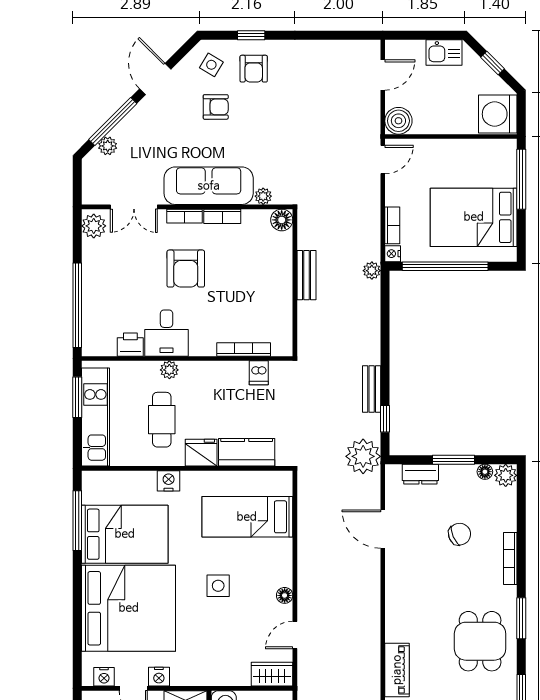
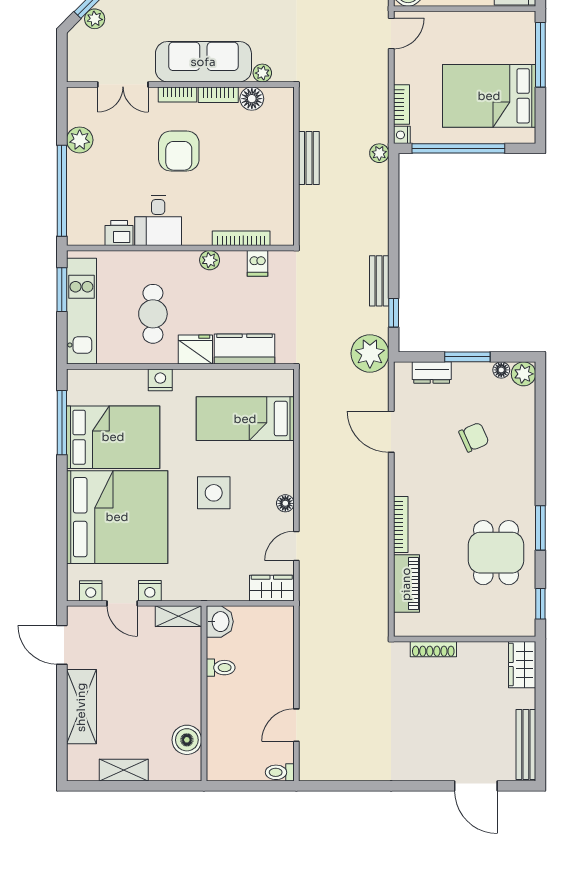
floor lamp: (282, 220) -> (252, 99), moved
plant: (94, 226) -> (80, 140), moved
plant: (169, 370) -> (210, 260), moved
bookcase: (510, 559) -> (401, 524), moved, turned 180
side table: (218, 586) -> (214, 493), width x1.37, depth x1.37

